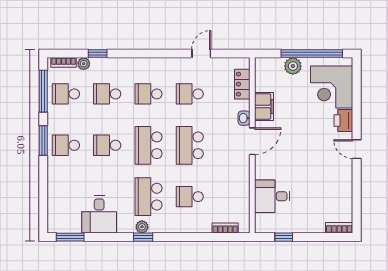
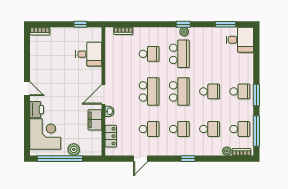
window: (98, 53) -> (188, 159), moved
desk: (99, 215) -> (240, 40), moved, turned 90
window: (70, 237) -> (226, 24), moved

